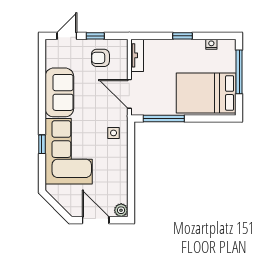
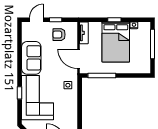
bed: (206, 93) -> (116, 42), moved, turned -90

